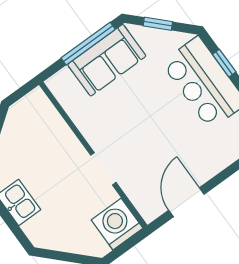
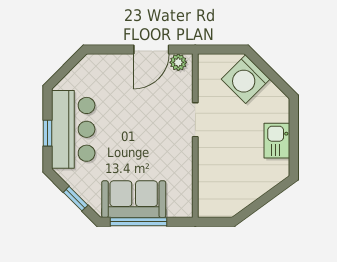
plant: (155, 208) -> (178, 62), added
washing machine: (117, 224) -> (246, 79), moved, turned 45

